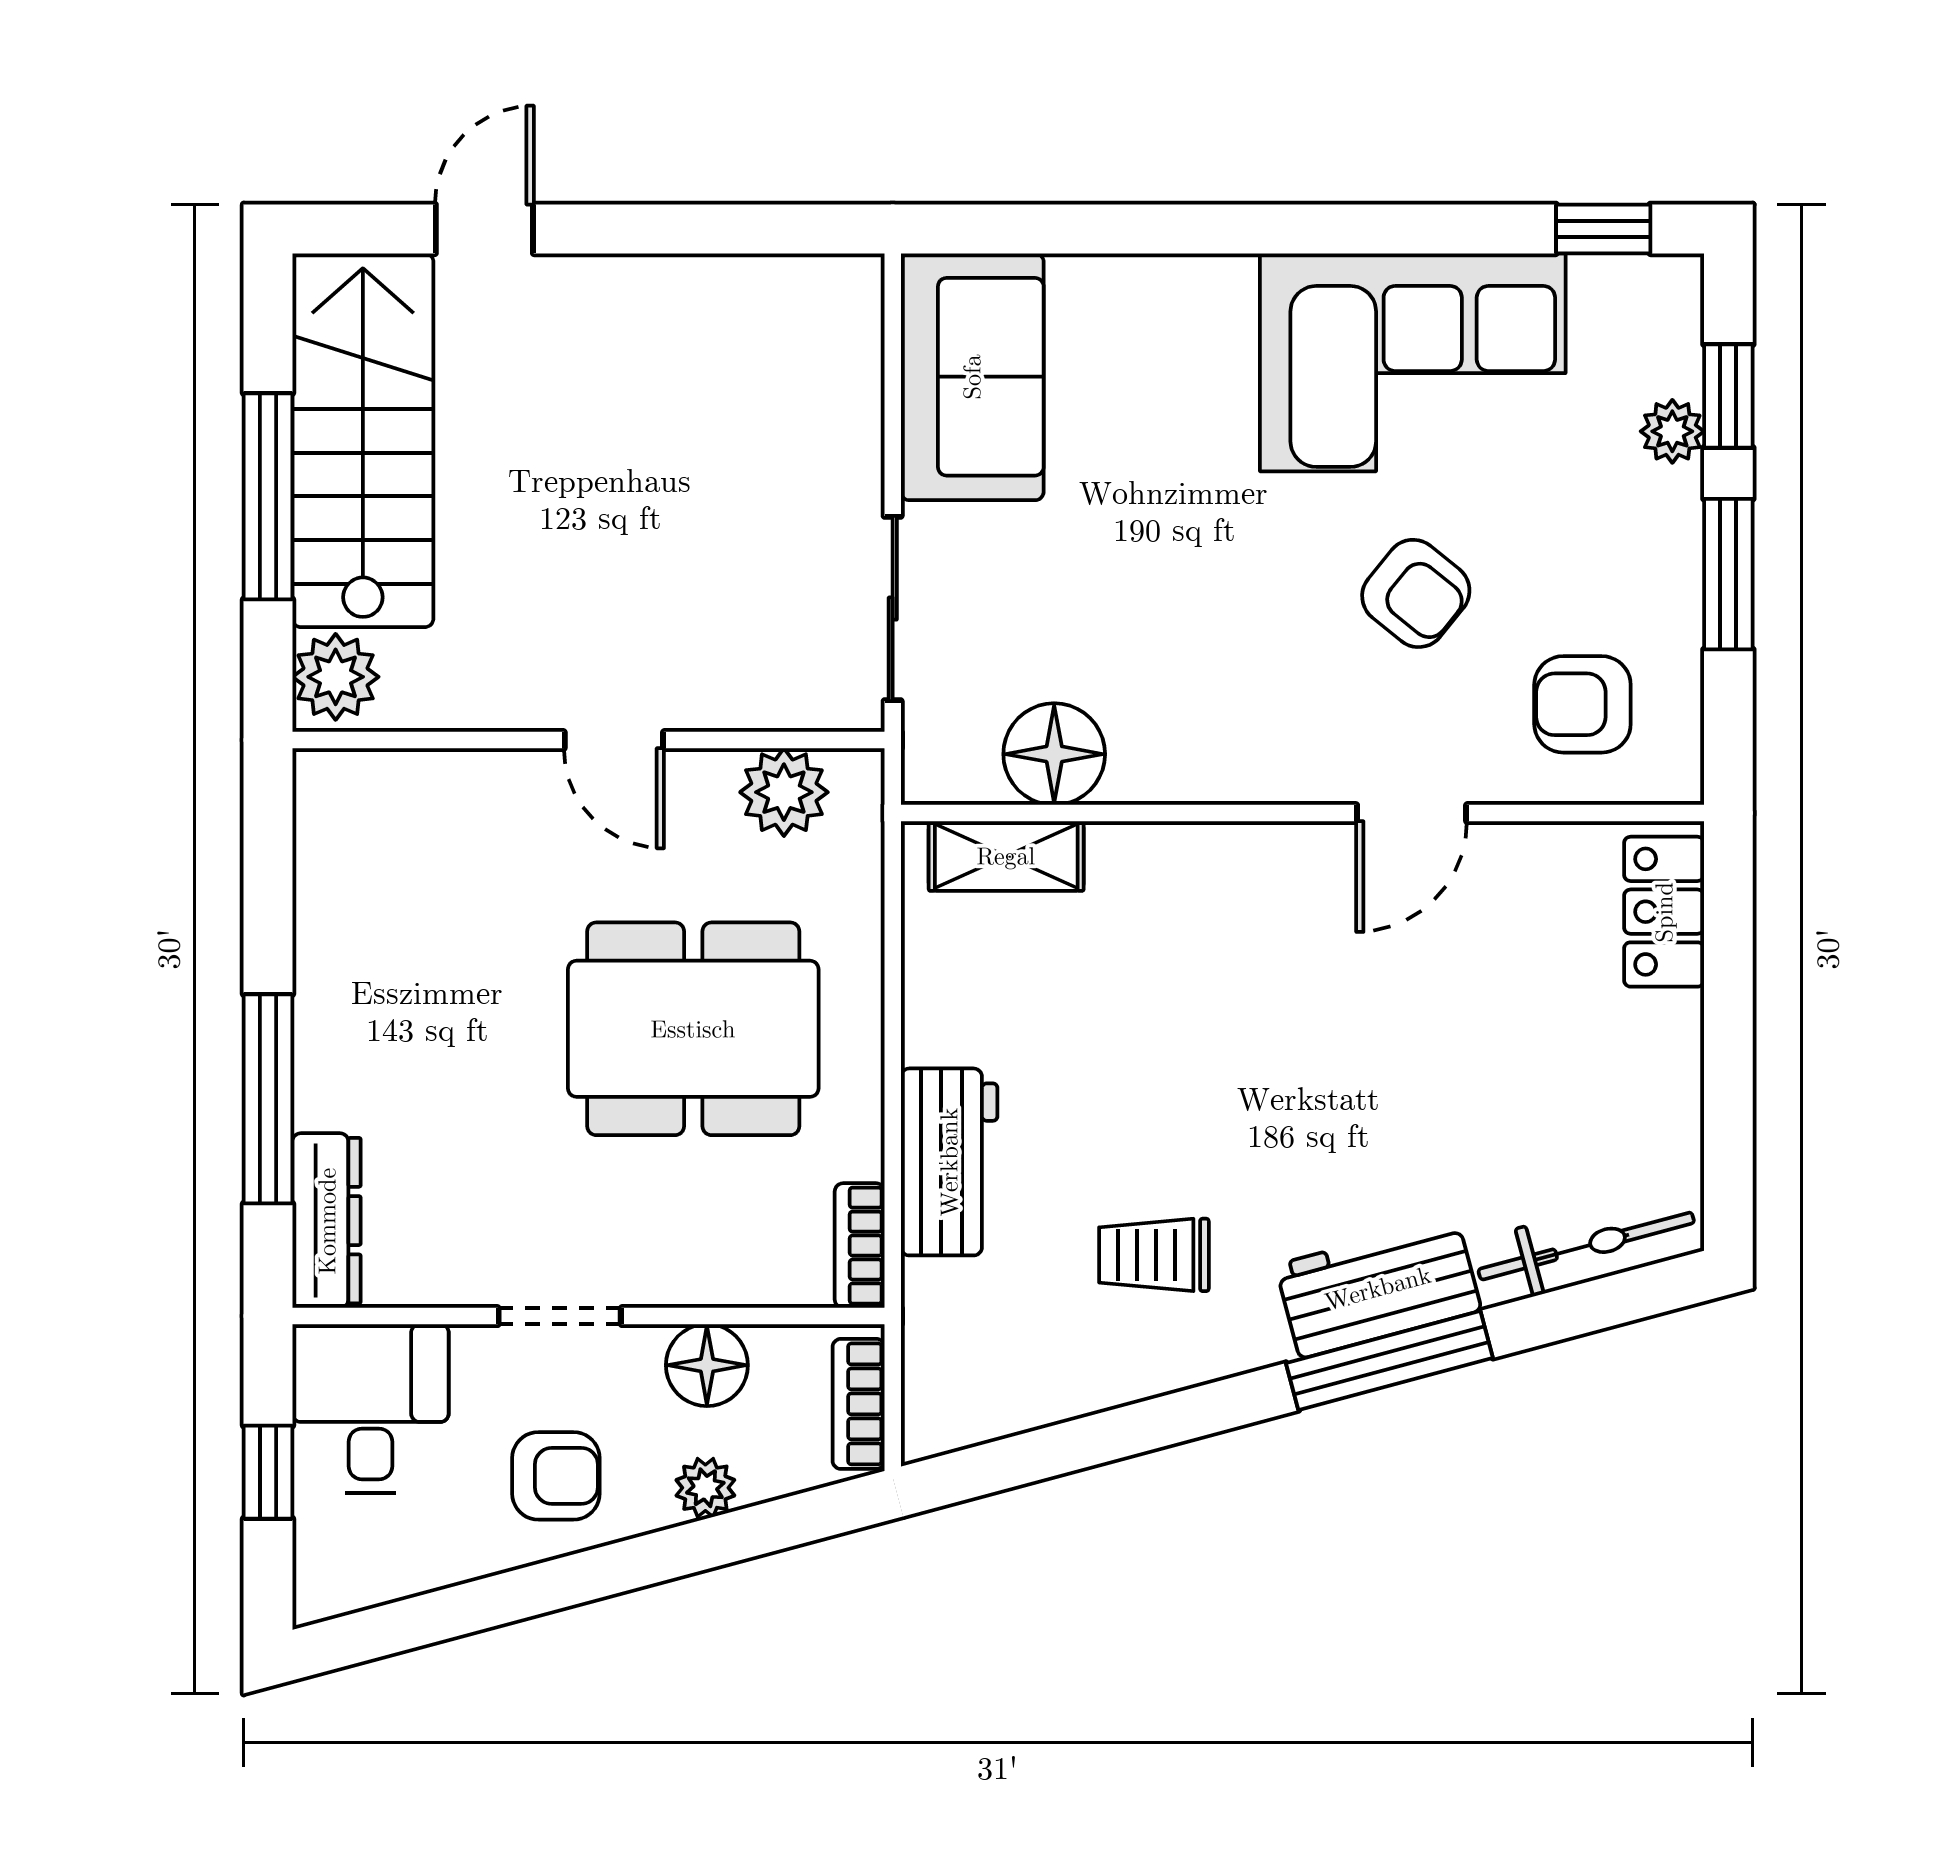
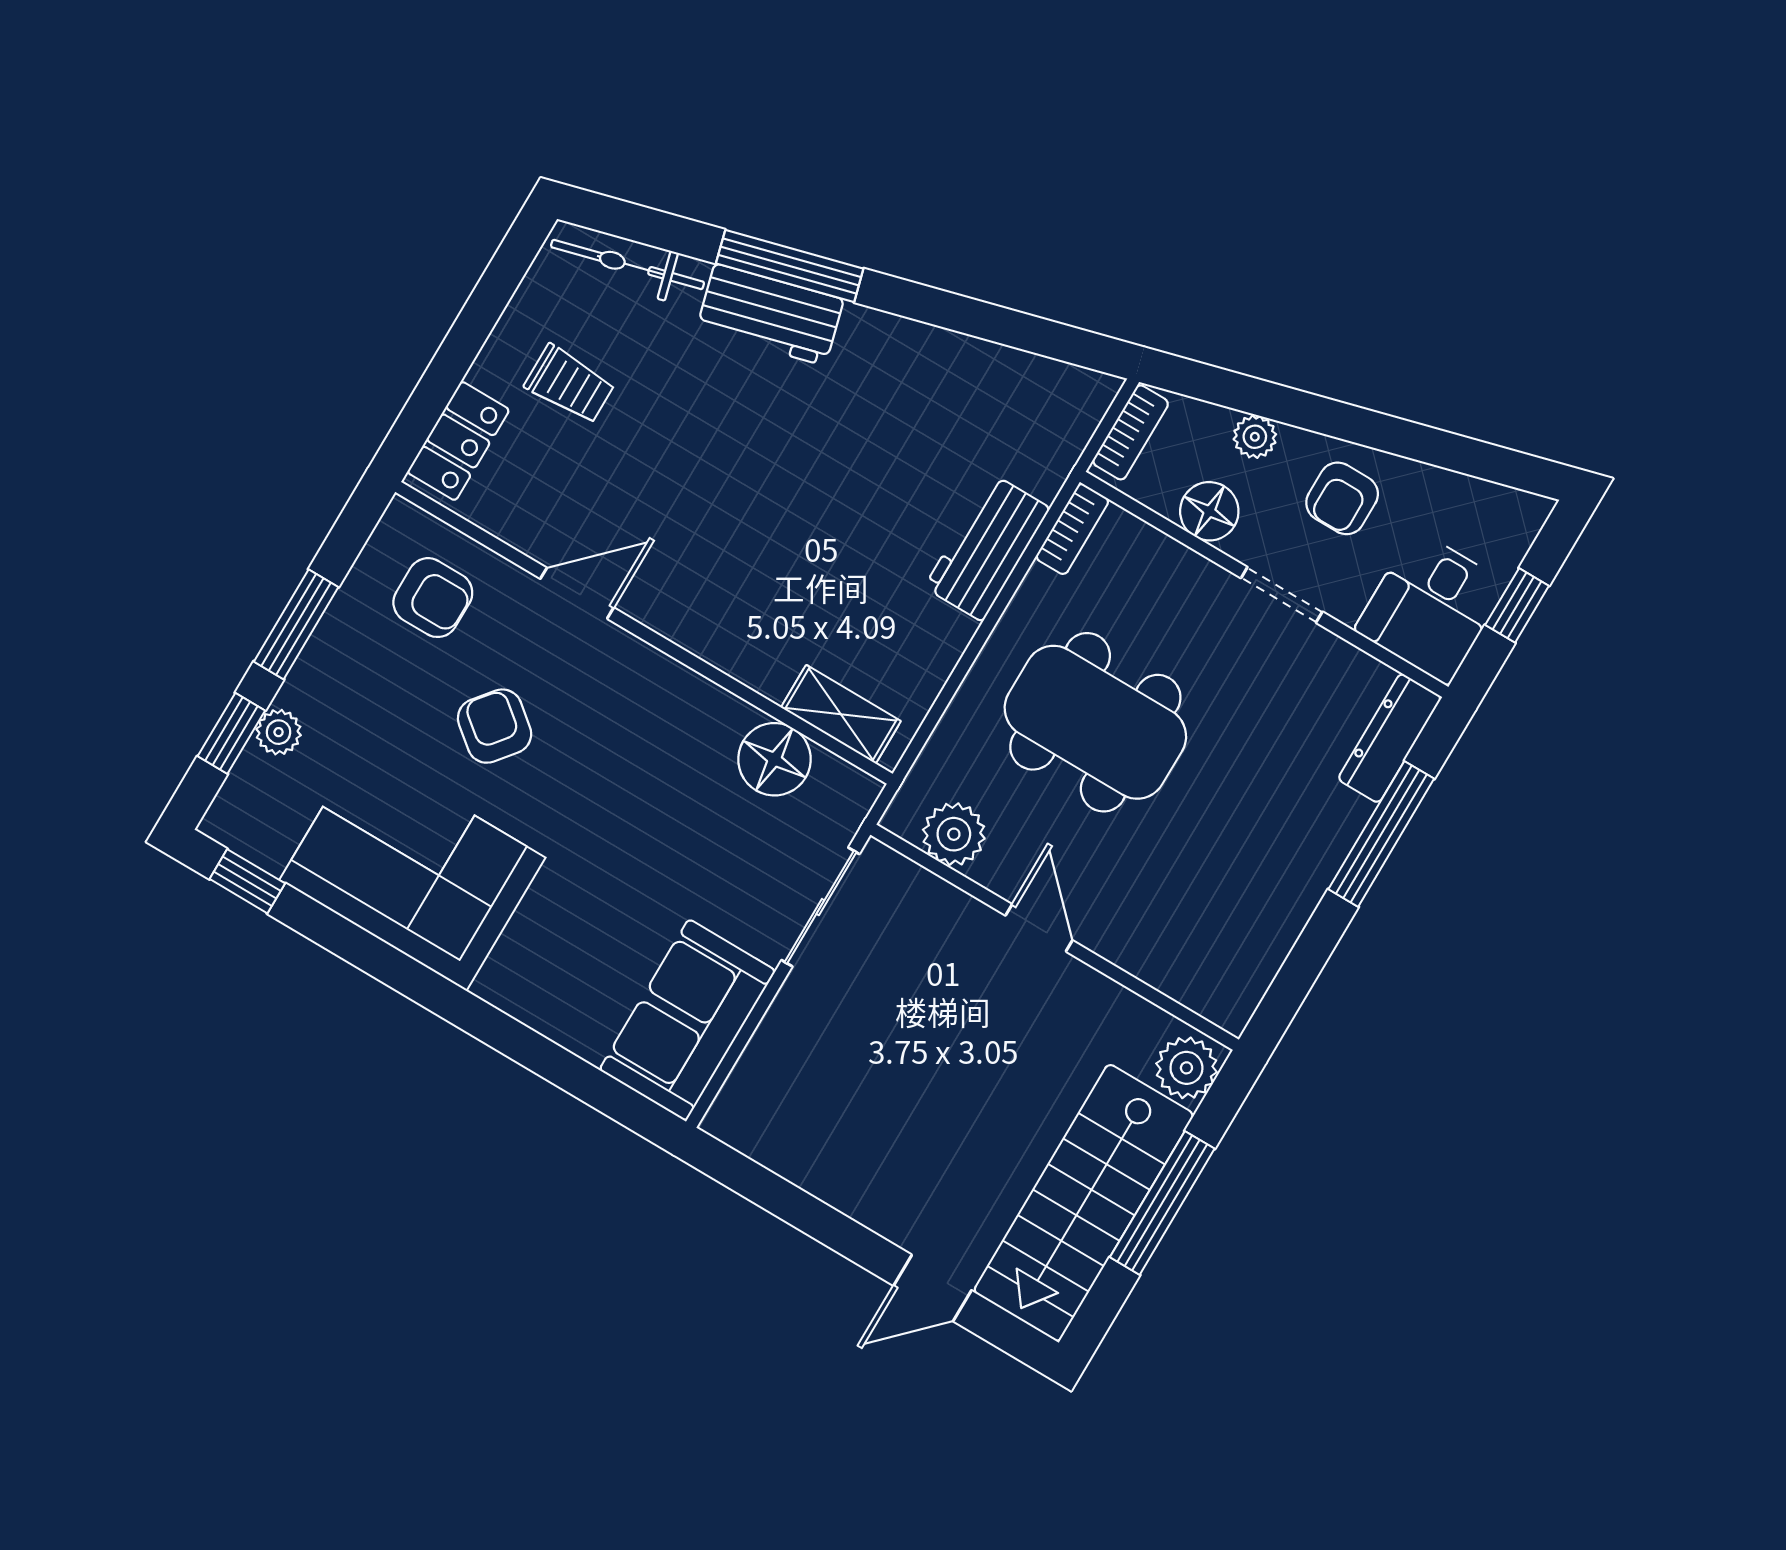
trolley: (1154, 1255) -> (570, 384), moved
armchair: (556, 1476) -> (1342, 498), turned -90

